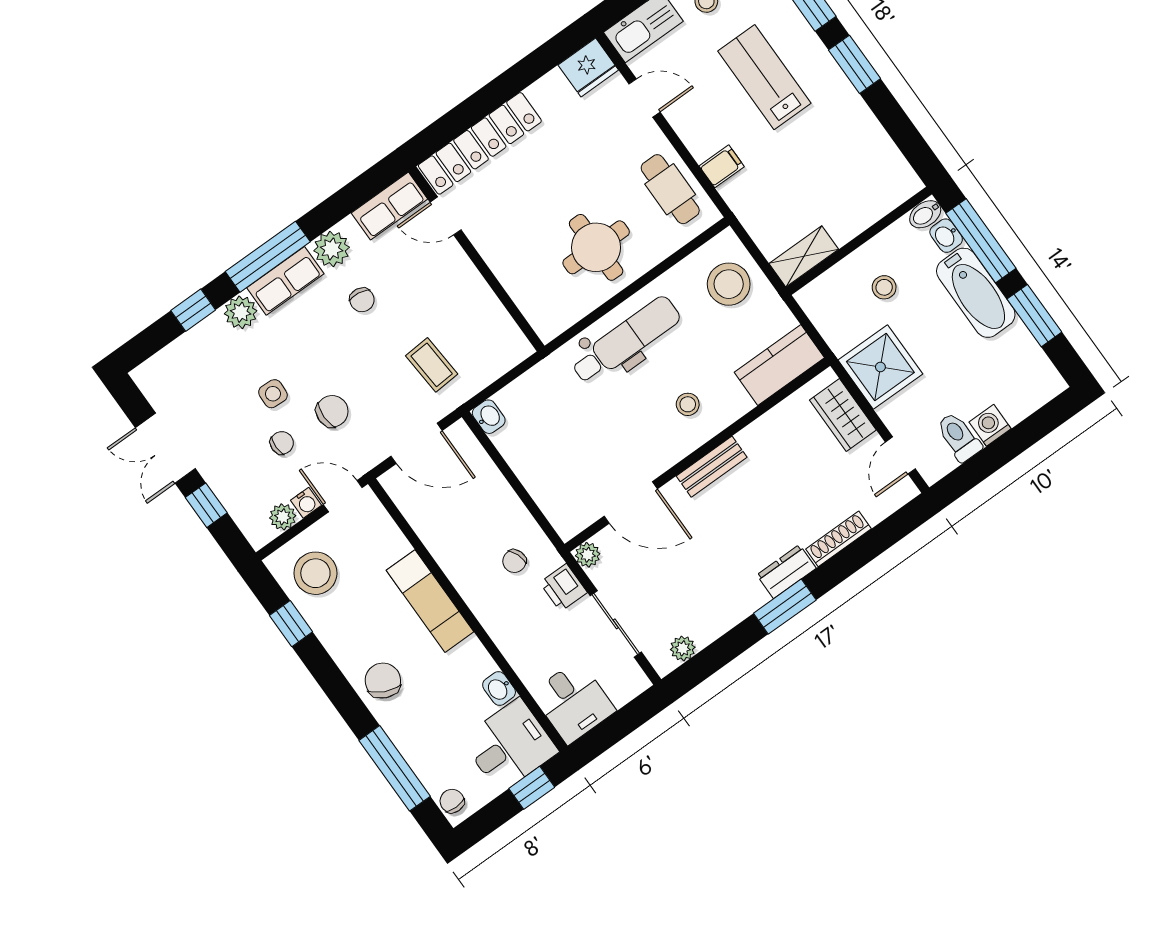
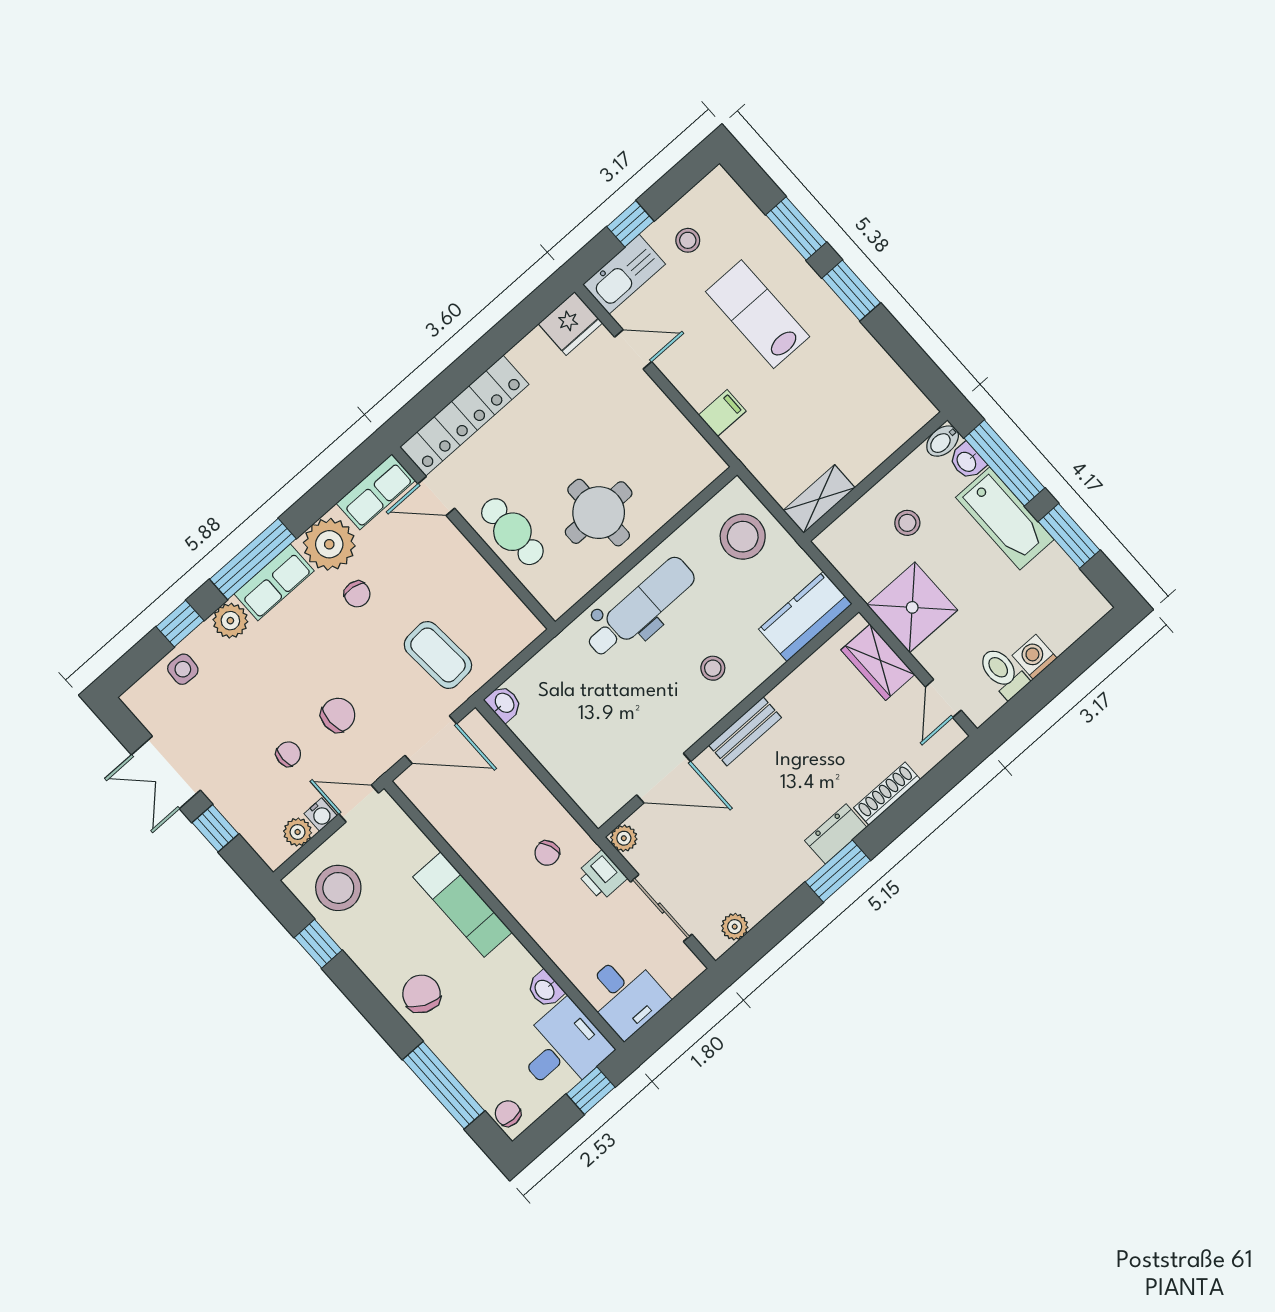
cafe table: (670, 189) -> (512, 532), moved
plant: (332, 249) -> (329, 544), width x1.36, depth x1.36
coffee table: (432, 365) -> (438, 655), width x1.36, depth x1.30
side table: (273, 394) -> (183, 669), moved

